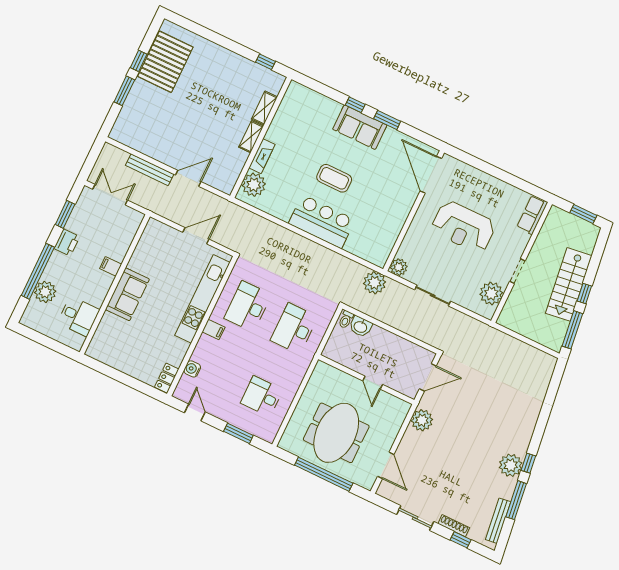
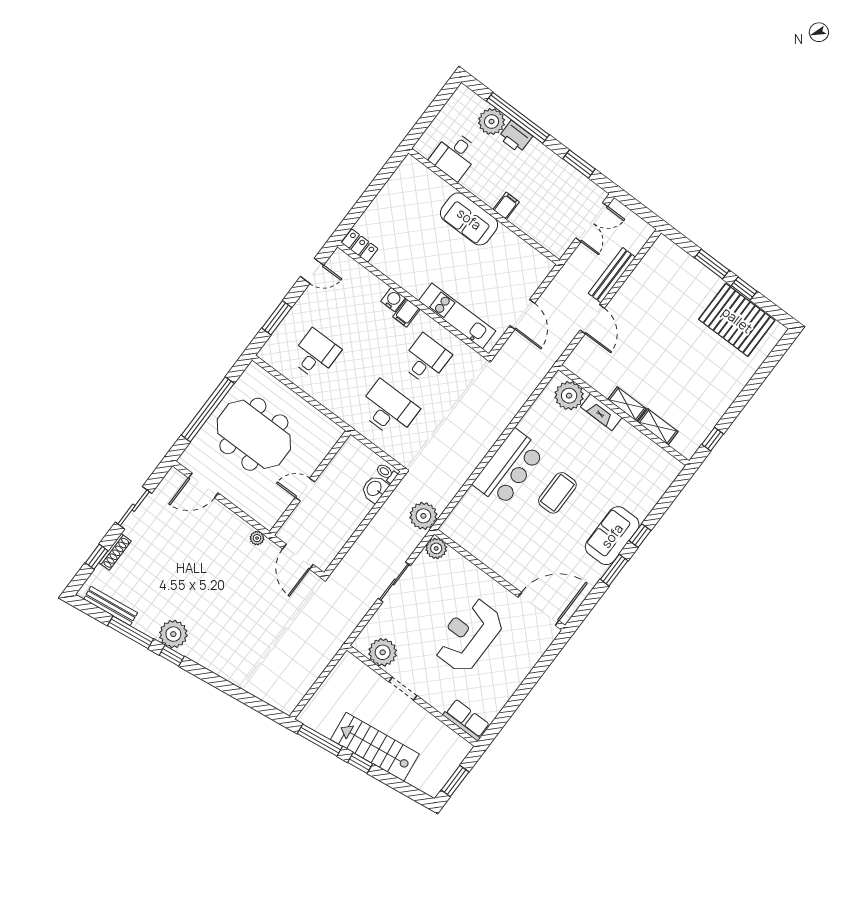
printer: (67, 243) -> (515, 137), moved
kitchen unit: (202, 299) -> (457, 316), width x0.73
desk: (248, 306) -> (426, 359), width x0.73
water cooler: (192, 369) -> (393, 300), moved
plant: (422, 420) -> (257, 538), width x0.53, depth x0.53

